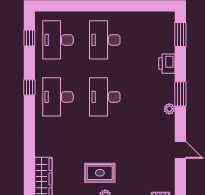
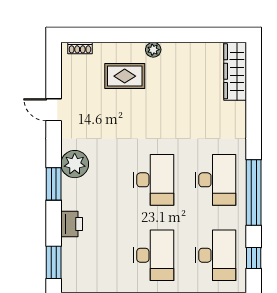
window: (29, 87) -> (254, 193), width x3.17
plant: (169, 109) -> (75, 164), width x1.88, depth x1.88
rug: (100, 173) -> (125, 76), moved

